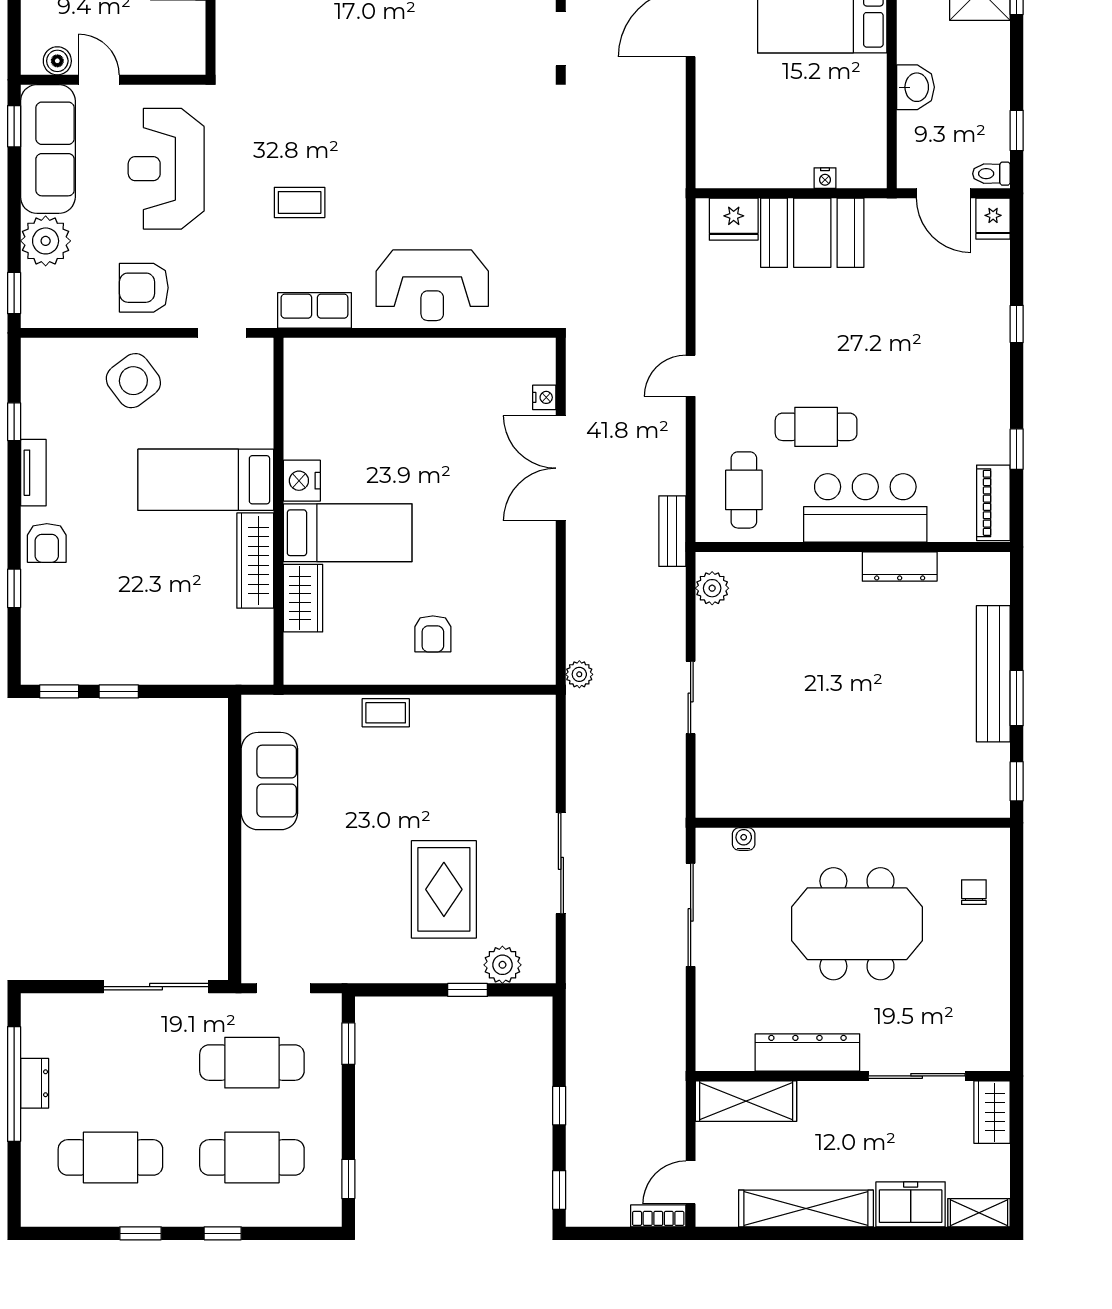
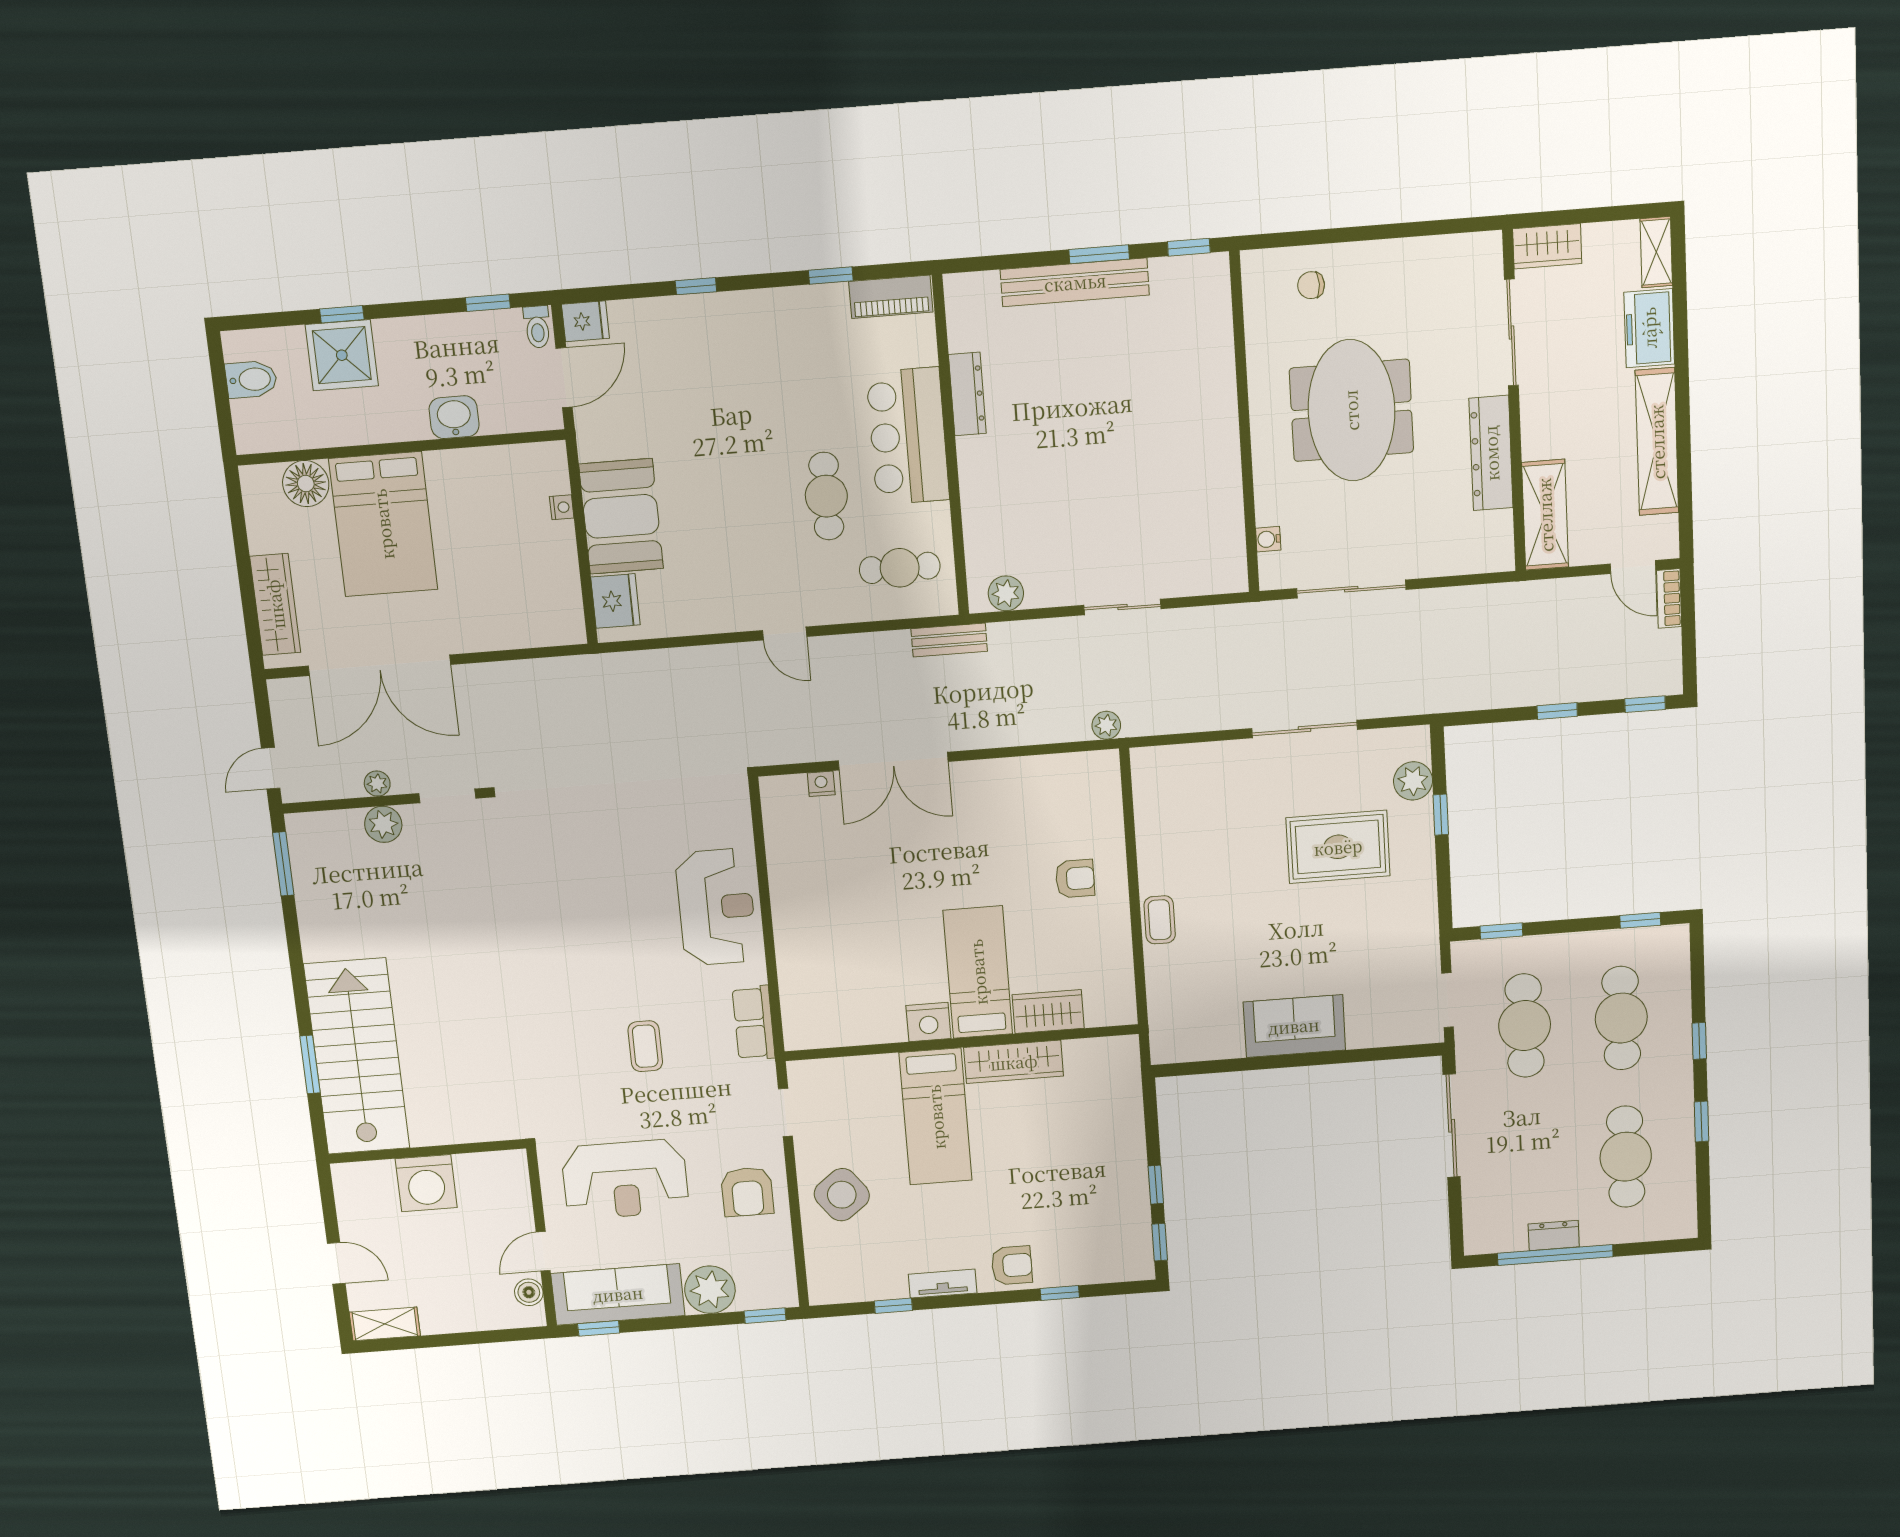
sofa: (269, 781) -> (1294, 1026), moved

